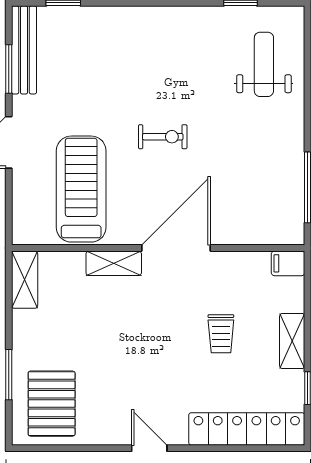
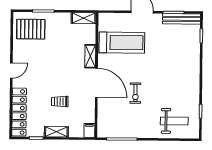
exercise bike: (163, 137) -> (135, 93), moved

